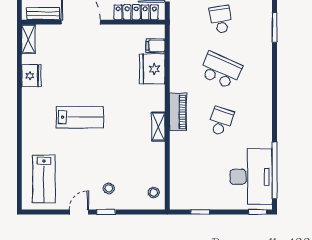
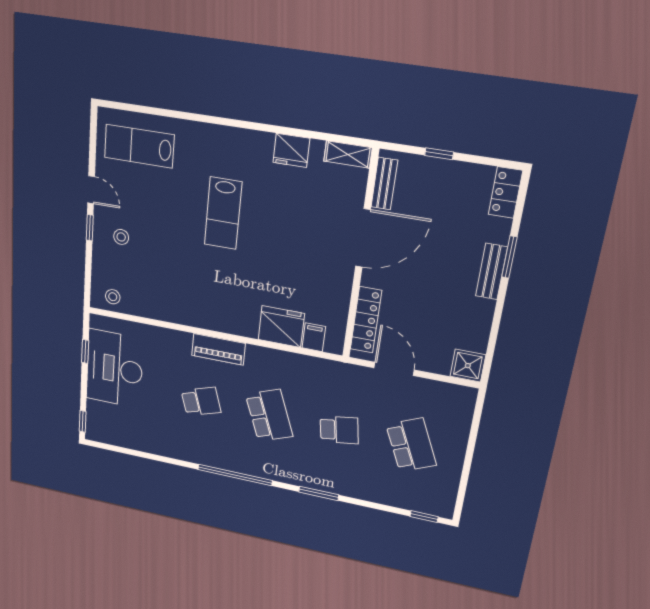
school desk: (221, 70) -> (269, 415), turned -45
school desk: (221, 121) -> (201, 401), turned -36
shelving: (158, 127) -> (201, 320), removed
window: (275, 170) -> (235, 475), moved
desk: (251, 177) -> (114, 369), moved, turned 90

